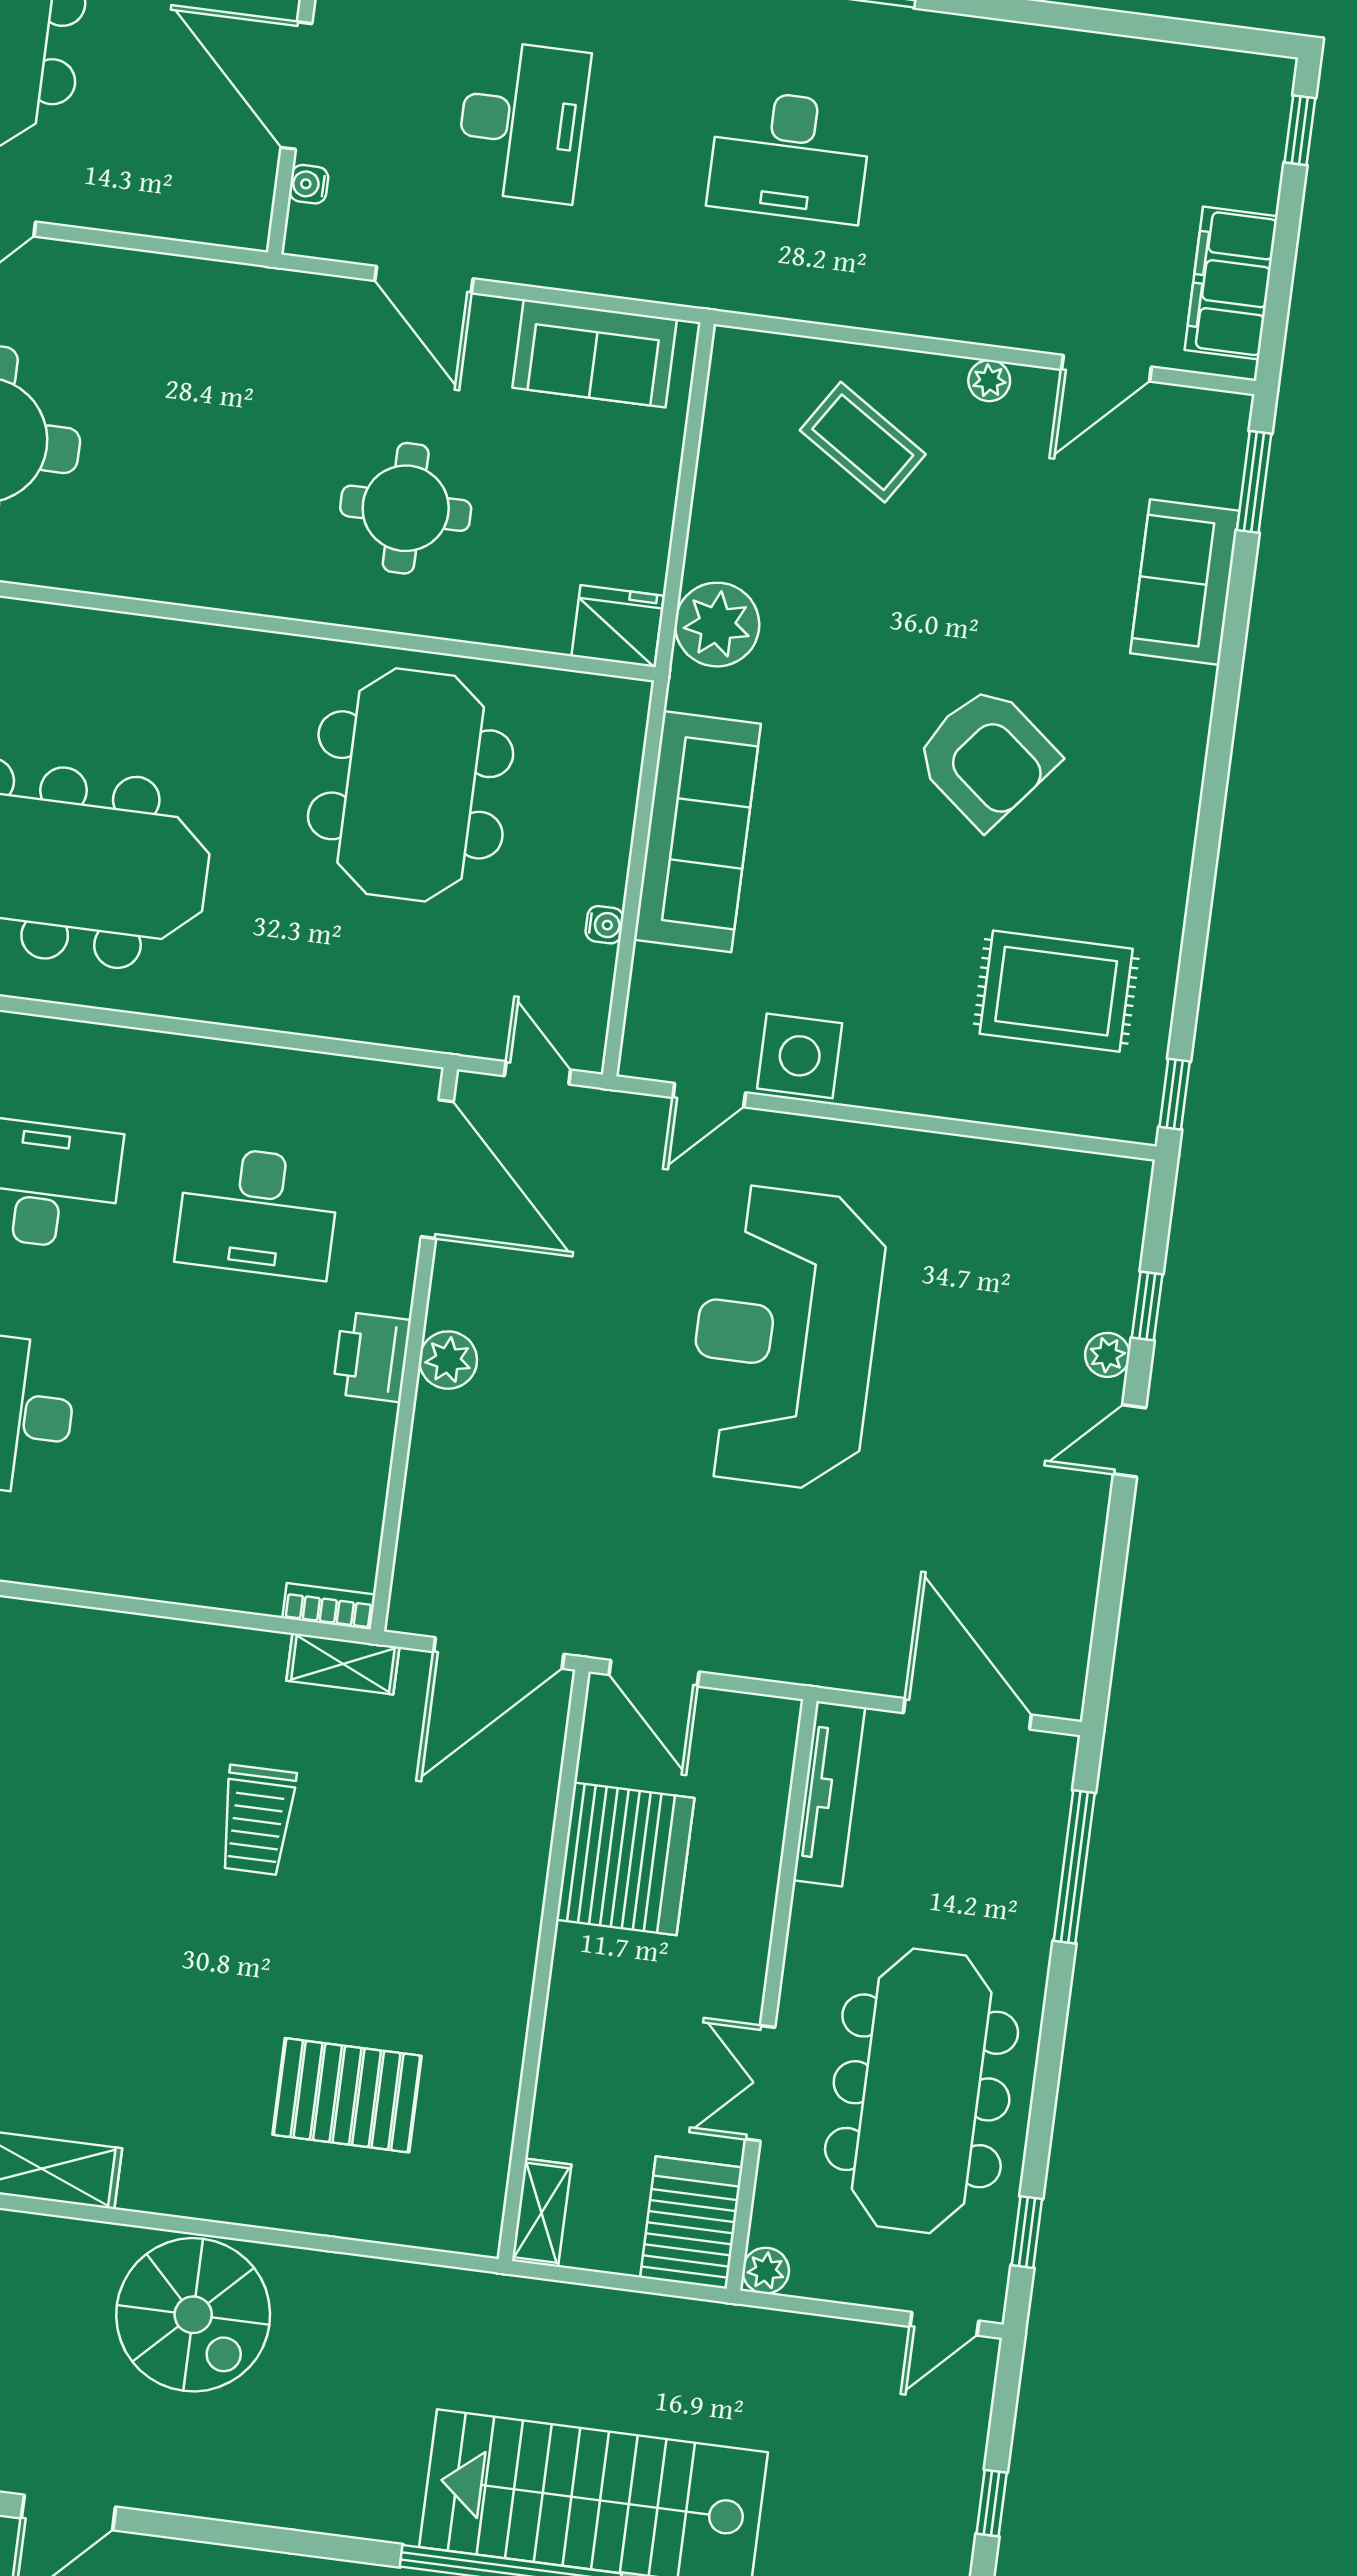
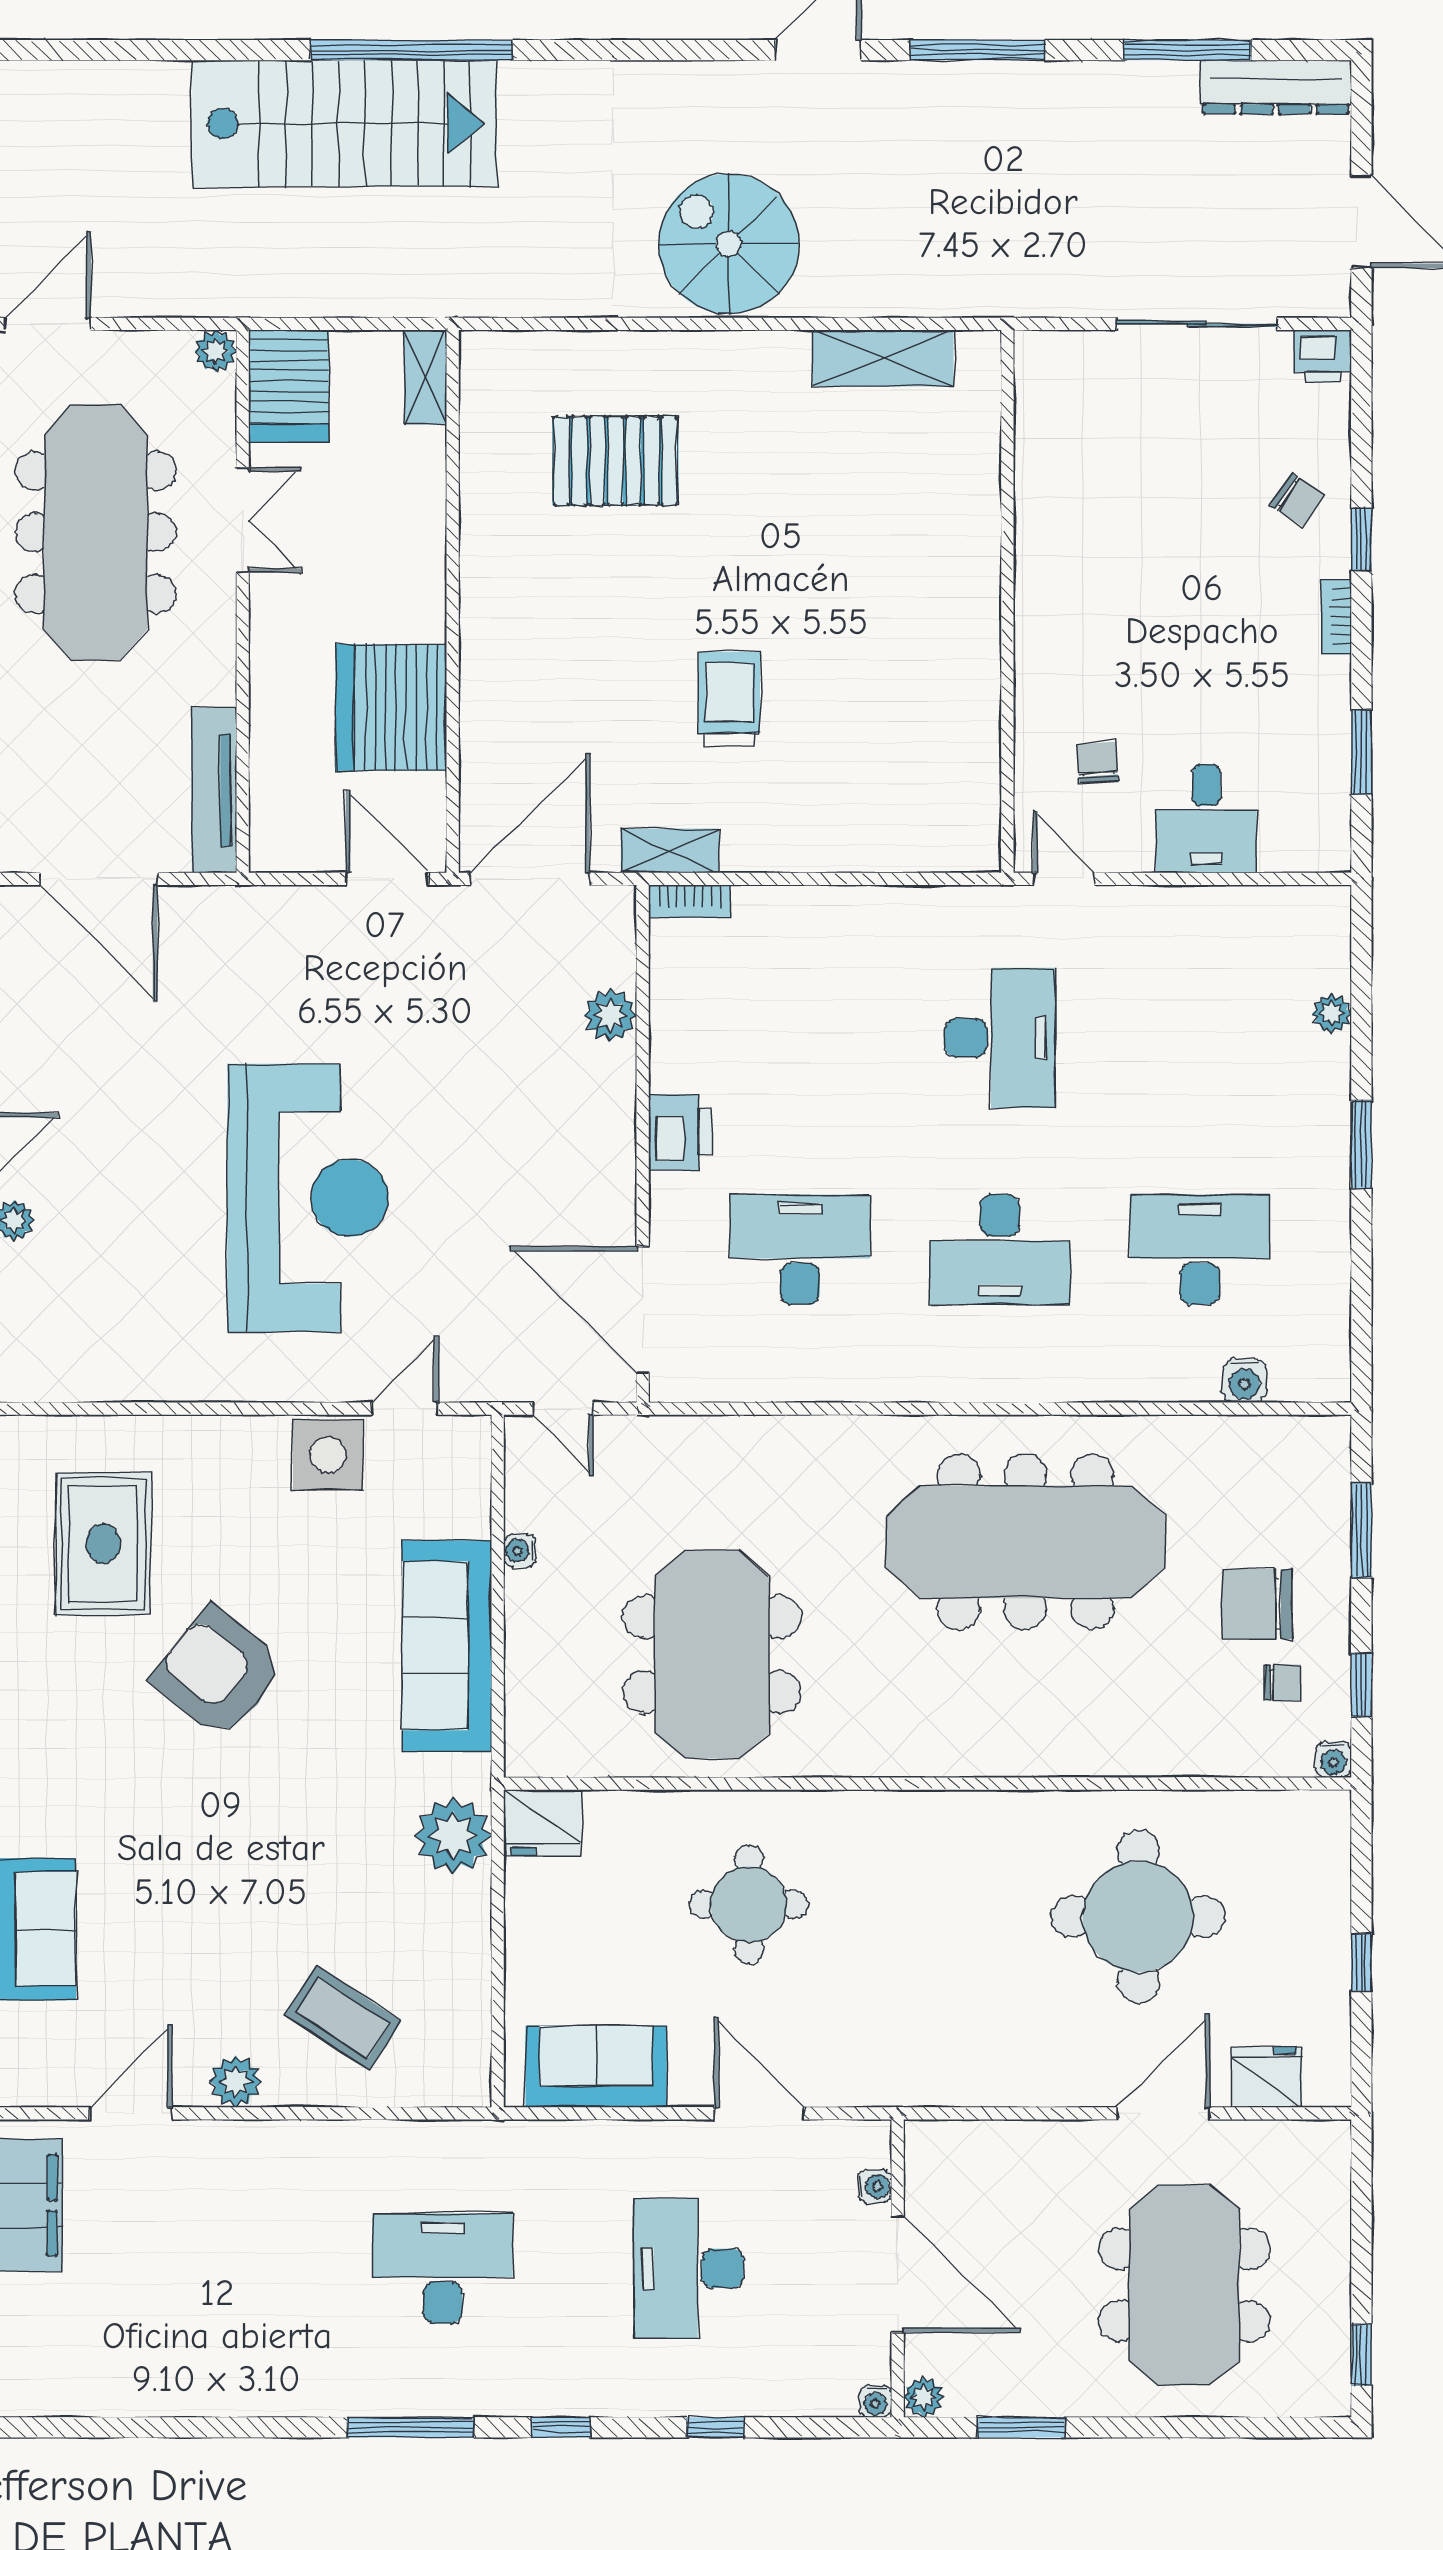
plant: (989, 381) -> (236, 2081), width x1.38, depth x1.38
armchair: (986, 757) -> (218, 1673), moved
rug: (1056, 991) -> (103, 1544), turned 90
plant: (448, 1360) -> (610, 1015), moved
door: (944, 2324) -> (48, 324), width x1.38

